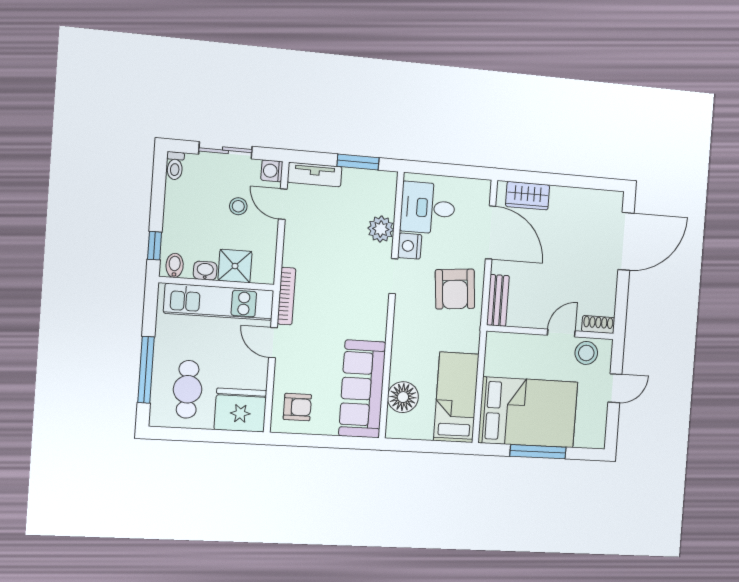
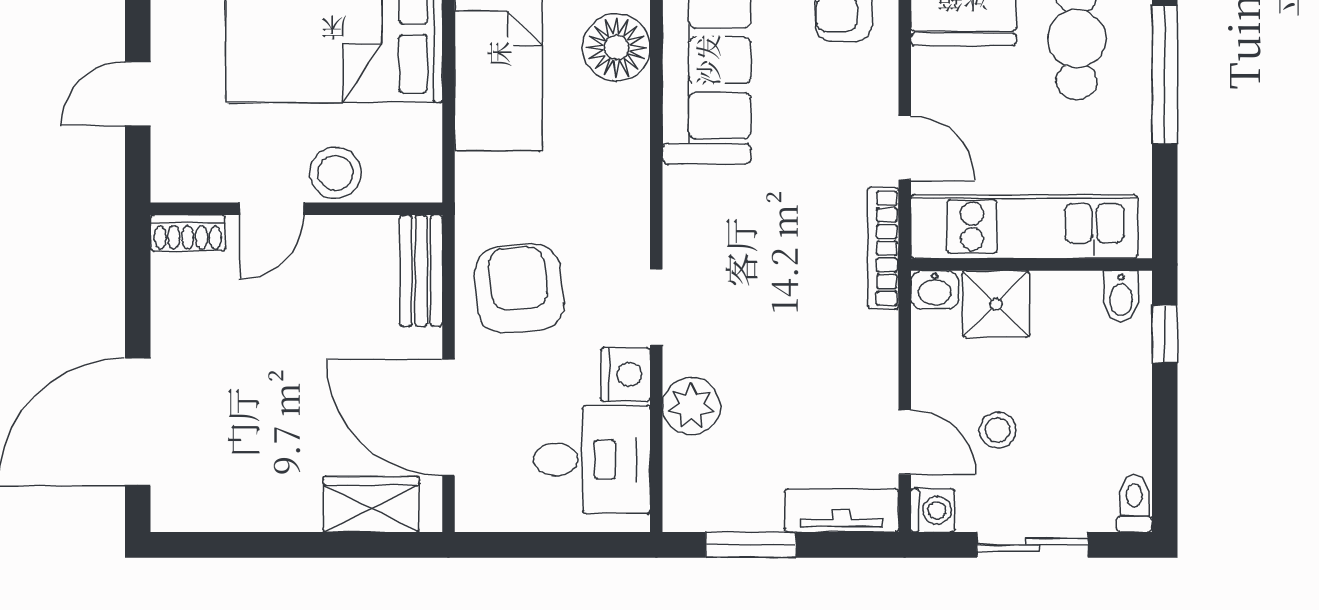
washbasin: (205, 271) -> (935, 290), moved
stool: (586, 353) -> (336, 173), moved

